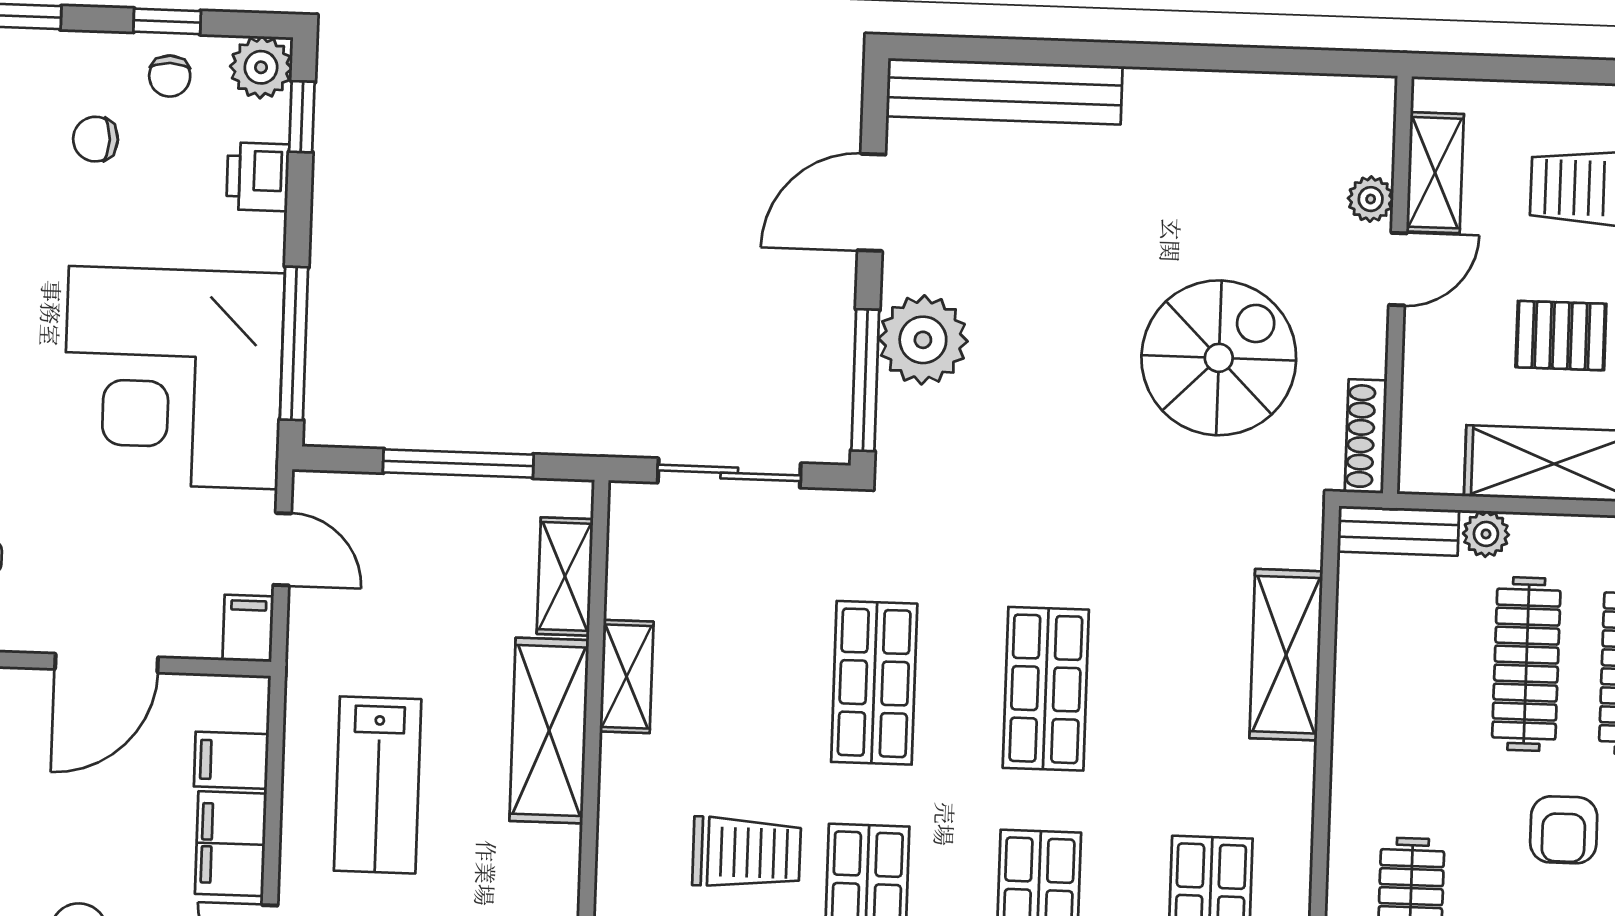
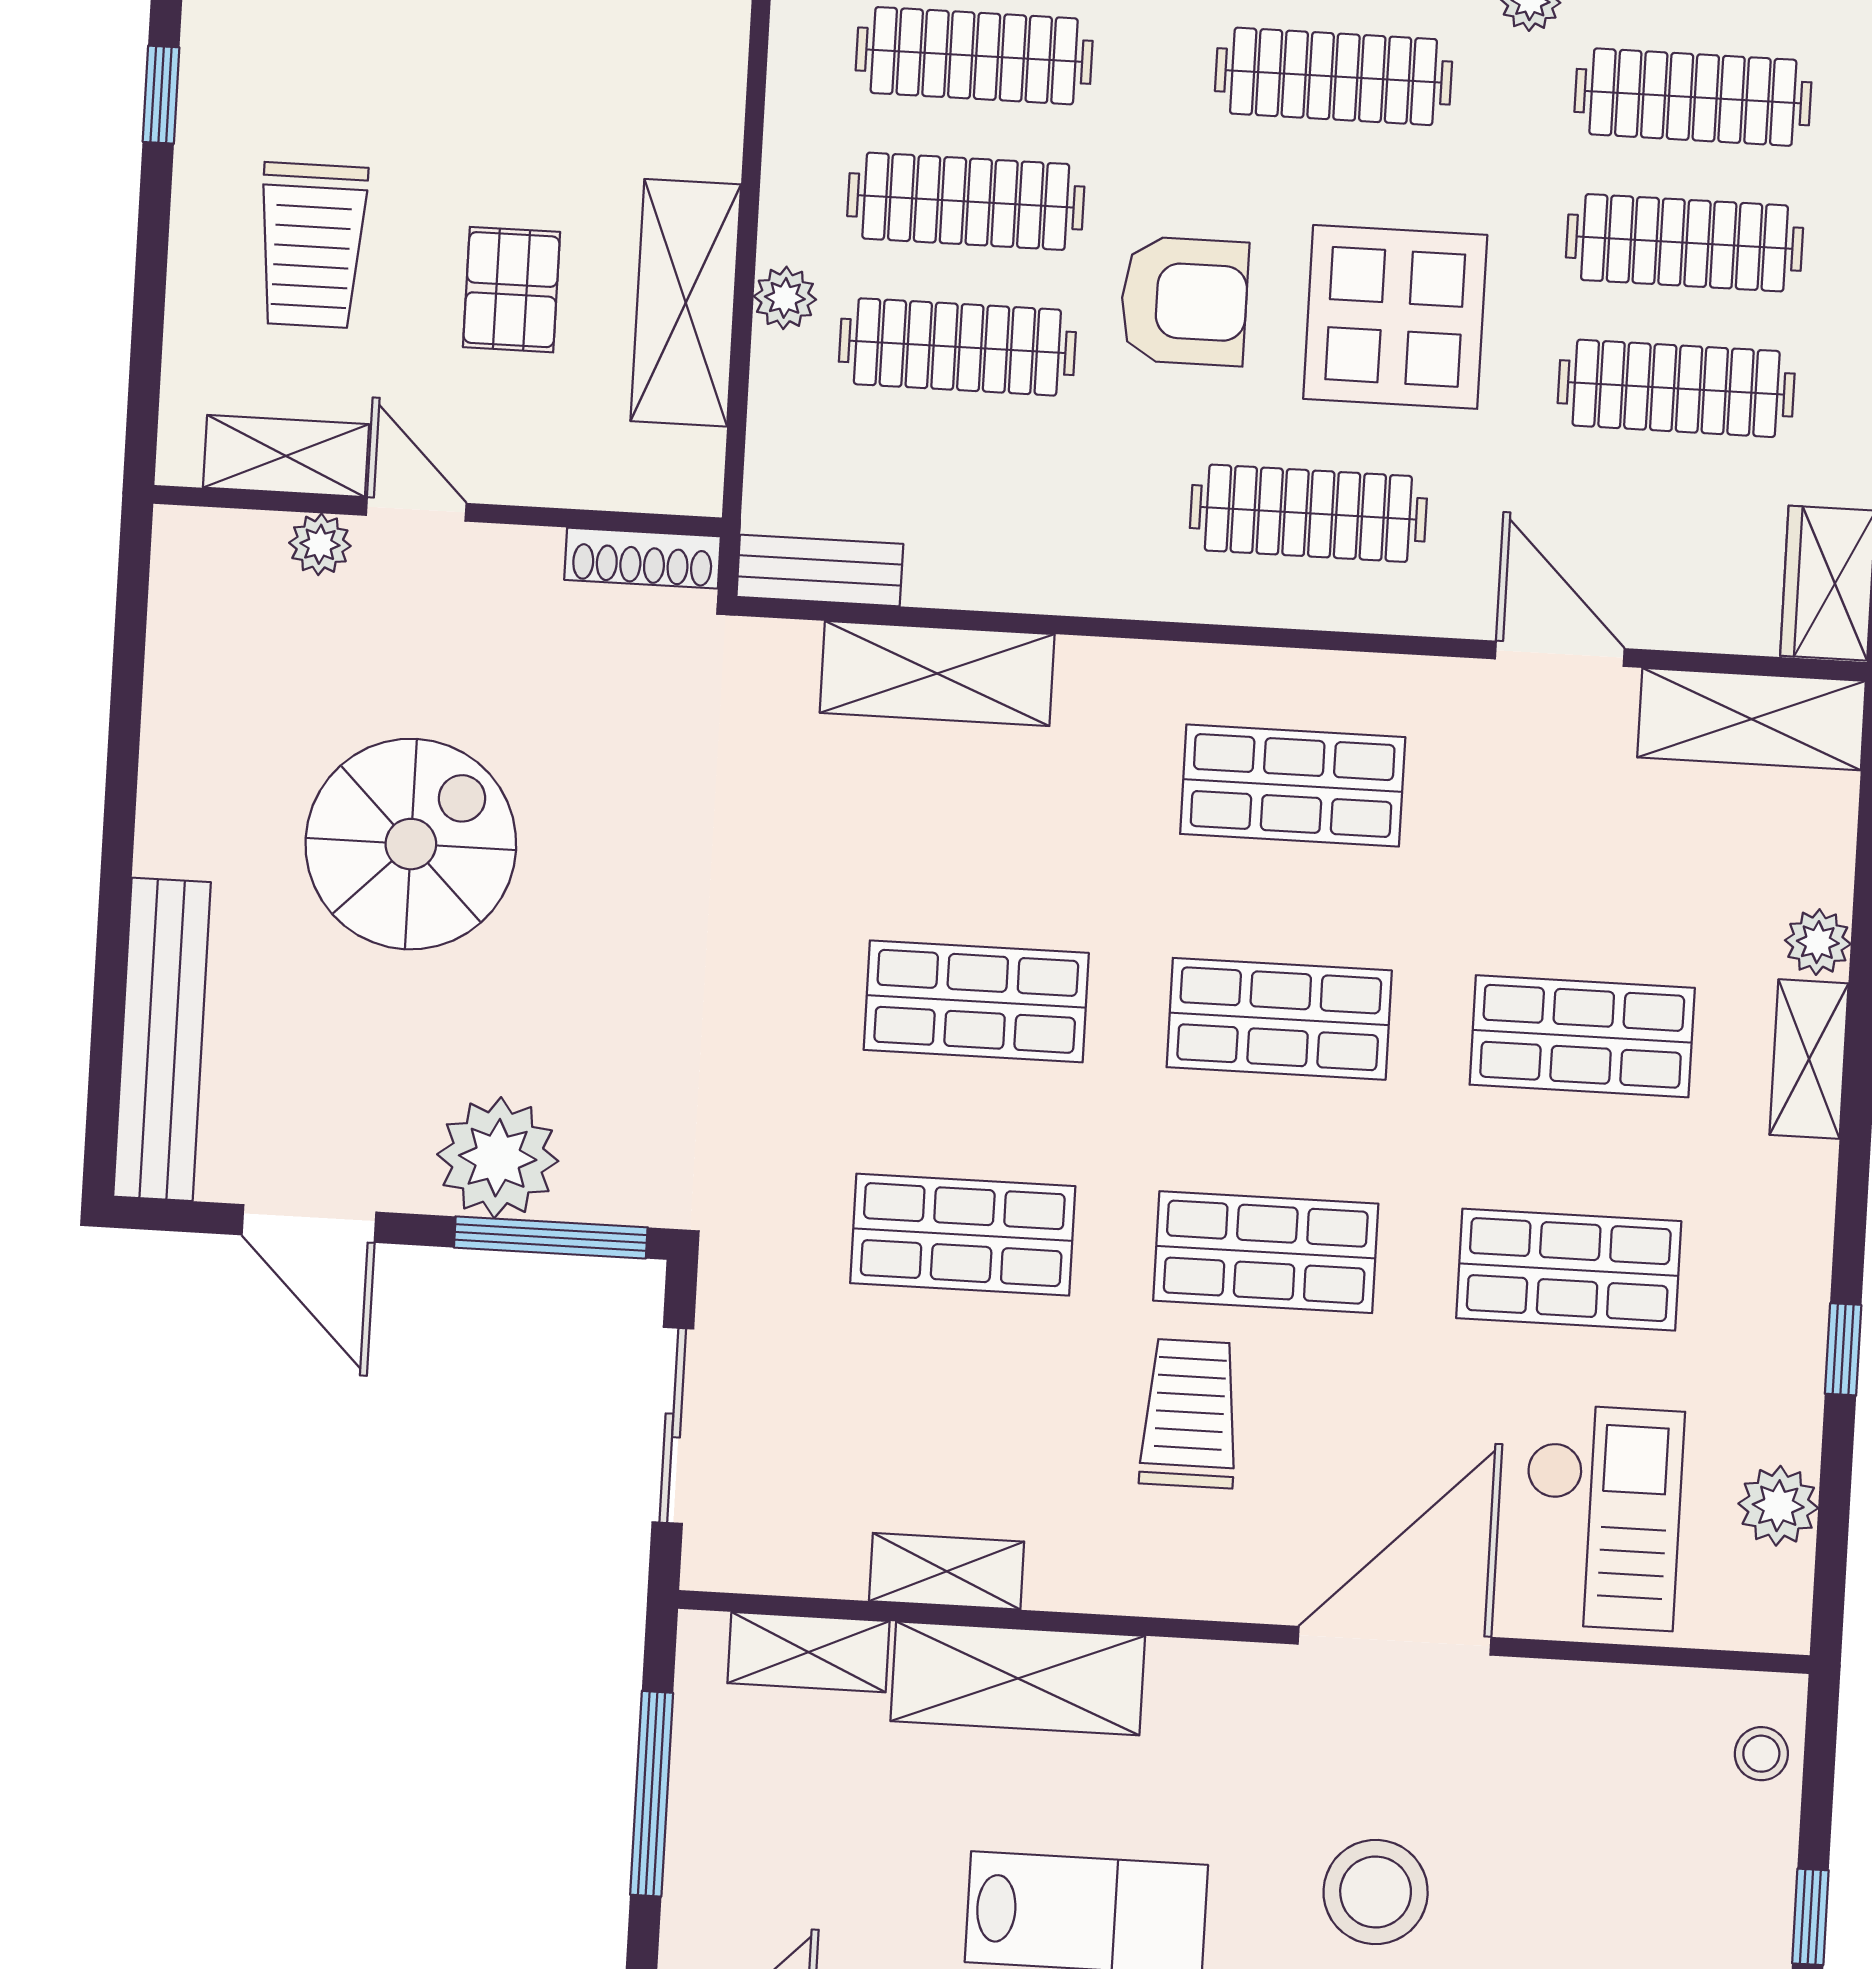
spiral stairs: (1219, 358) -> (411, 844), moved, turned 90
bench: (1398, 531) -> (820, 570), moved, turned 90
plant: (1486, 534) -> (785, 298), moved
armchair: (1564, 830) -> (1184, 301), width x1.38, depth x1.38

